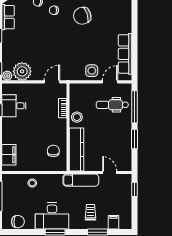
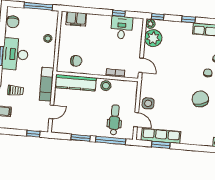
window: (134, 53) -> (161, 145), added

